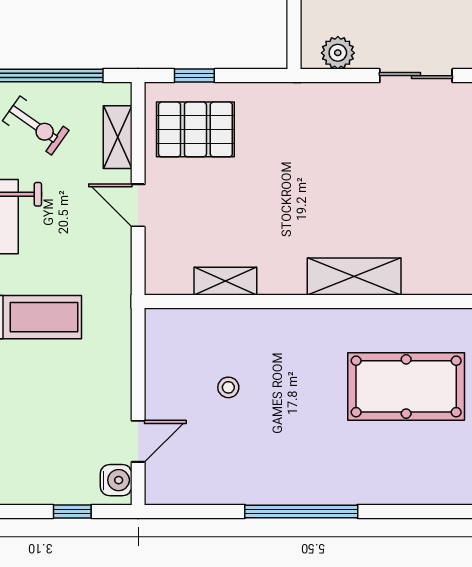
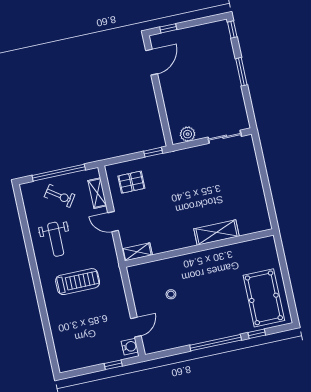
window: (194, 76) -> (153, 152), moved
pallet: (195, 129) -> (131, 182), width x0.67, depth x0.71
shelving: (225, 281) -> (137, 252), moved
pool table: (406, 386) -> (264, 298), moved, turned 90
window: (393, 511) -> (257, 334), added

